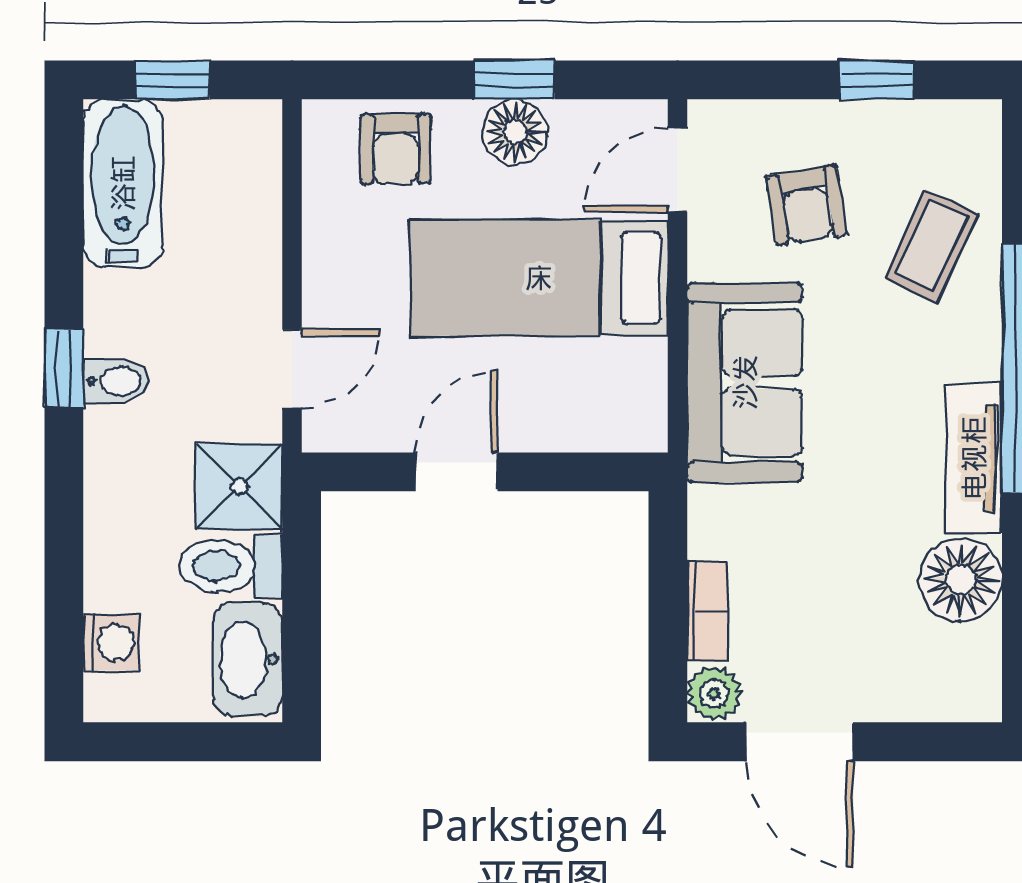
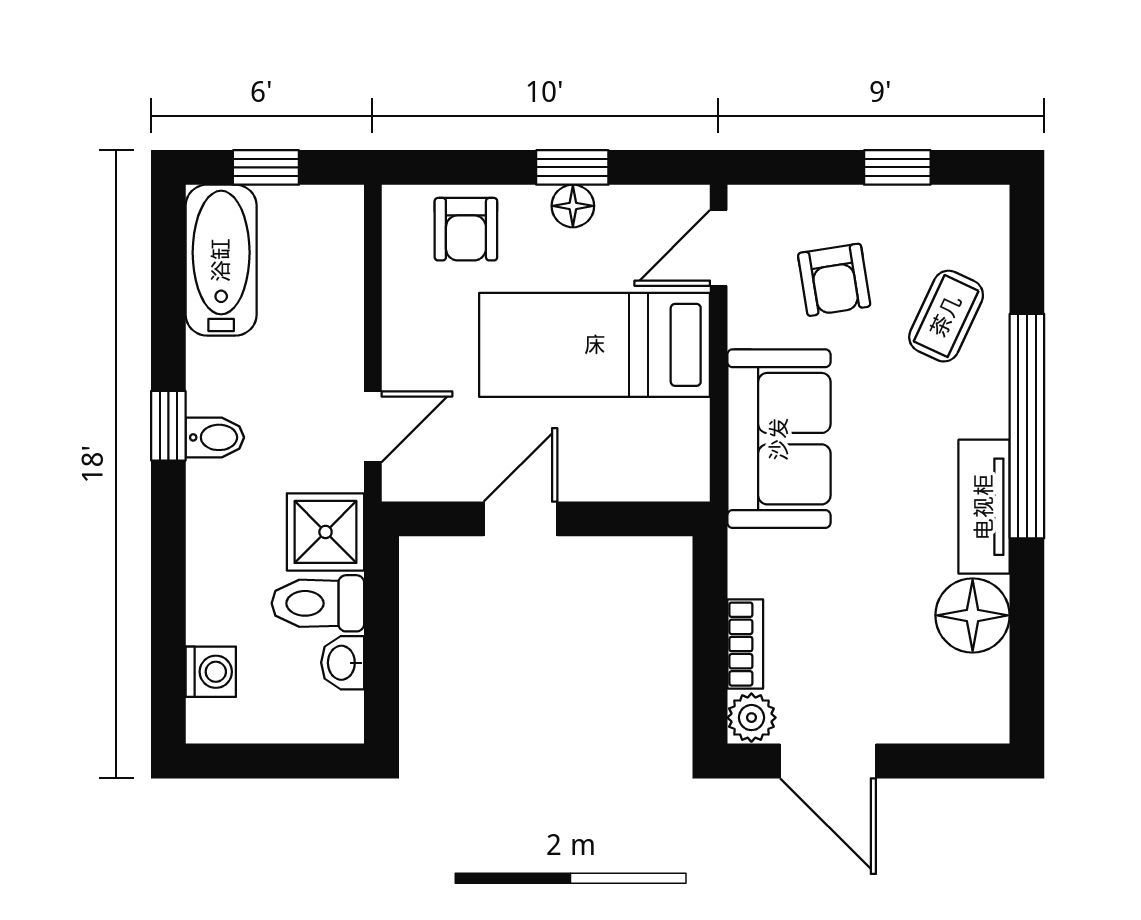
floor lamp: (515, 132) -> (573, 206), width x0.73, depth x0.73
washbasin: (248, 659) -> (343, 663), width x0.52, depth x0.69

